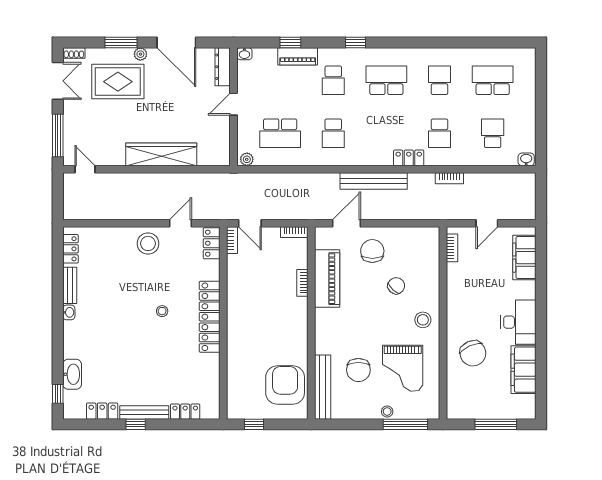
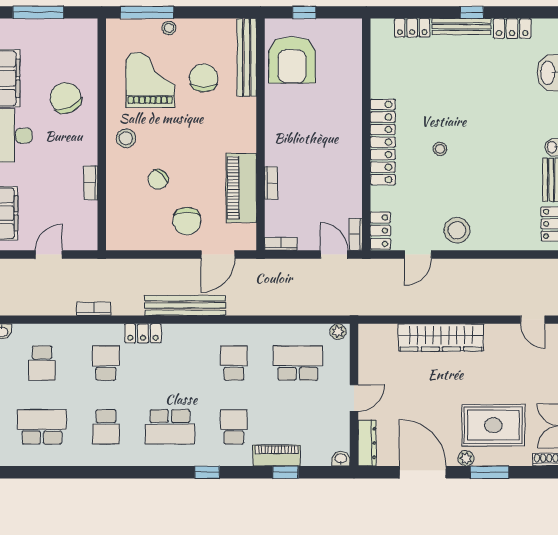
school desk: (493, 80) -> (42, 427), turned 180
bookcase: (452, 248) -> (91, 183), moved
window: (254, 424) -> (304, 12), moved

